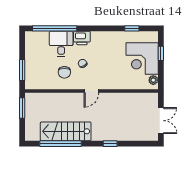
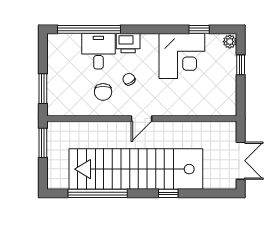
corner desk: (142, 59) -> (182, 56), moved, turned -90
plant: (153, 80) -> (230, 42), moved
stairs: (66, 131) -> (136, 169), width x1.86, depth x1.51

